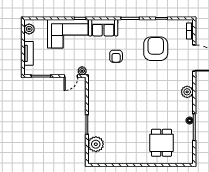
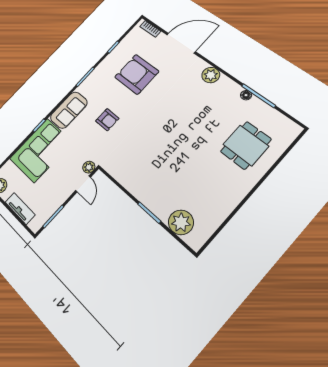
dining table: (162, 143) -> (246, 145), turned 90

